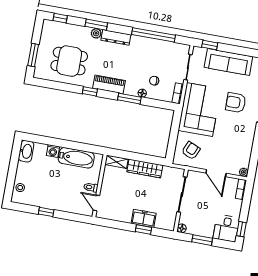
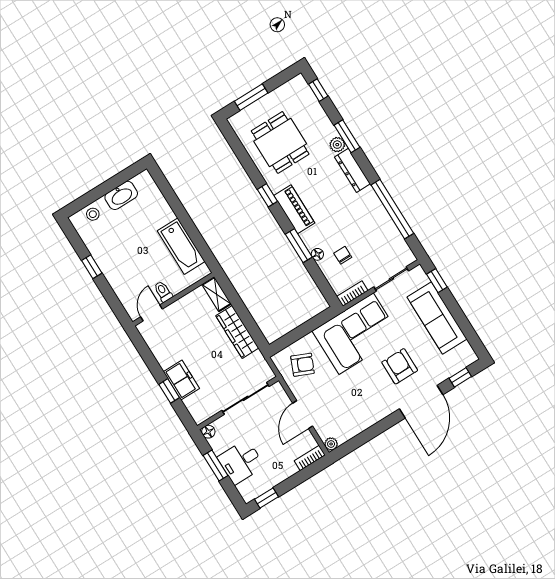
washbasin: (26, 151) -> (121, 195), moved
washing machine: (53, 151) -> (165, 214), removed
desk: (226, 228) -> (241, 462), moved

